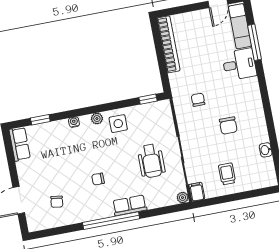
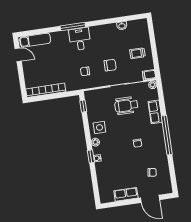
window: (255, 42) -> (73, 27), moved
desk: (239, 64) -> (80, 39), moved
window: (40, 120) -> (91, 156), moved
chair: (228, 126) -> (110, 65), moved
row of seats: (20, 144) -> (126, 194), moved
wheelchair: (151, 161) -> (126, 106), turned 180
row of seats: (130, 205) -> (155, 112), moved

